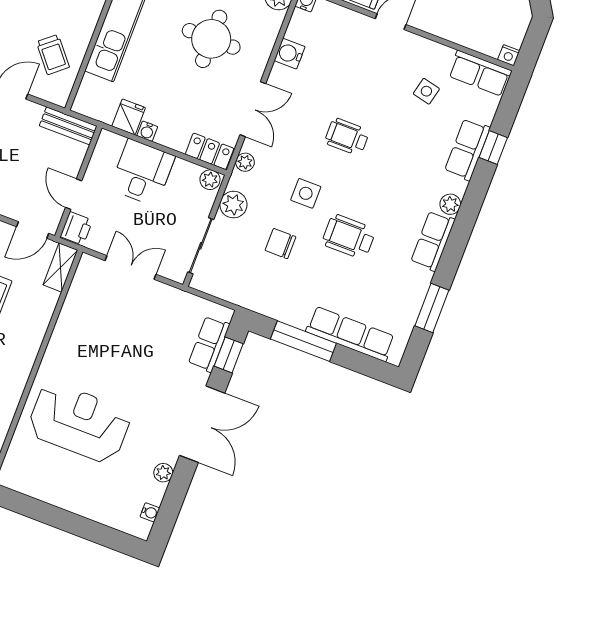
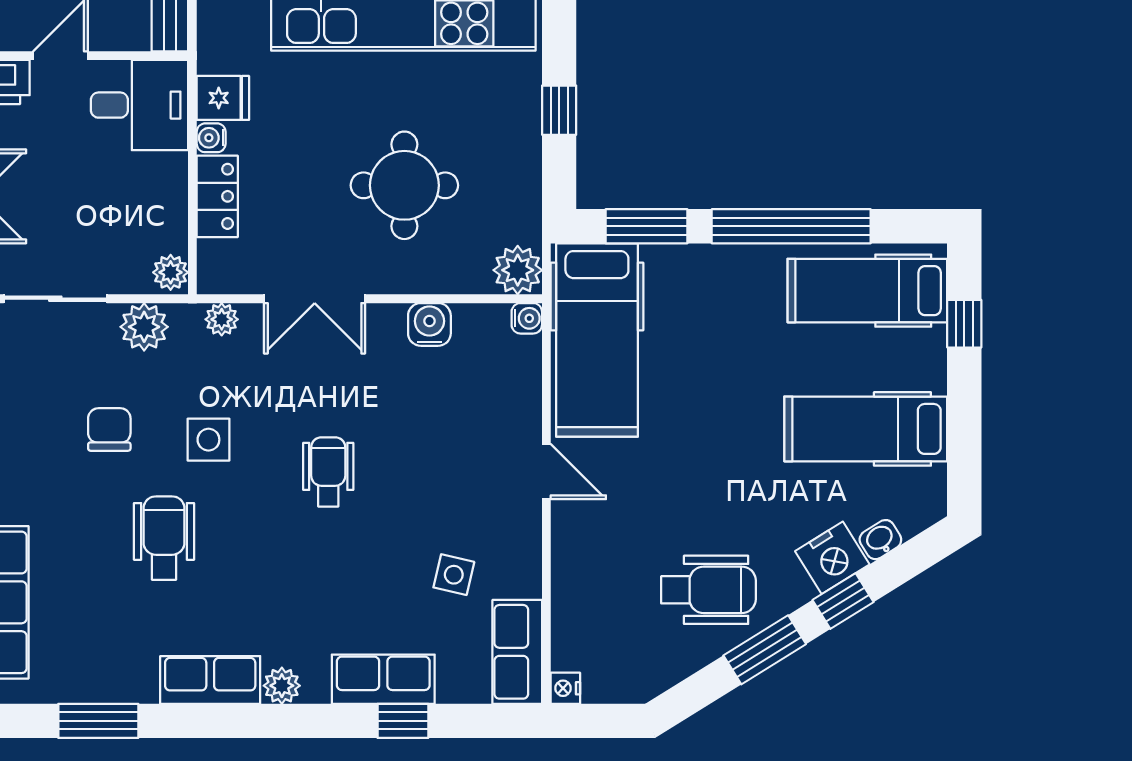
locker: (210, 151) -> (217, 196), moved
desk: (142, 173) -> (140, 105), moved

